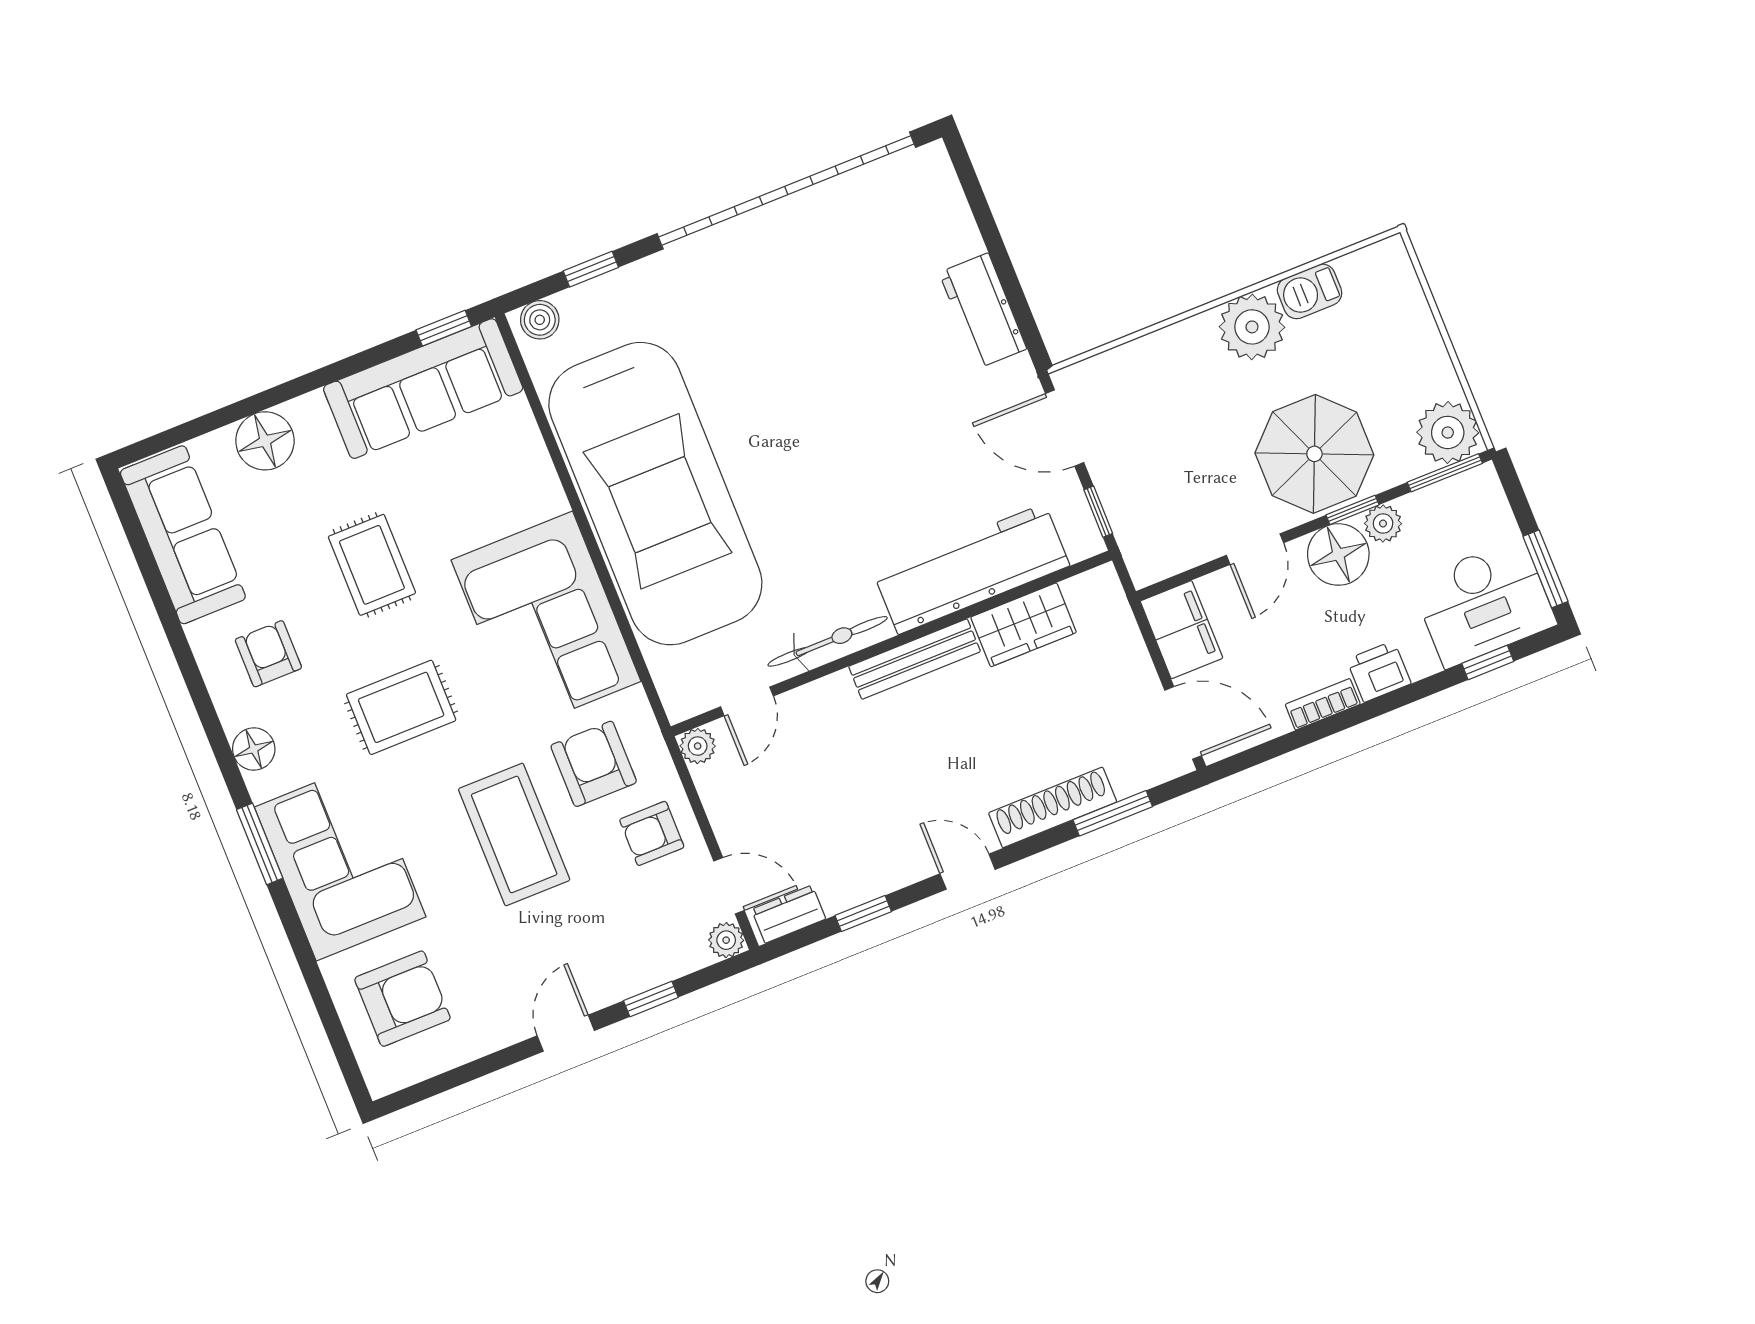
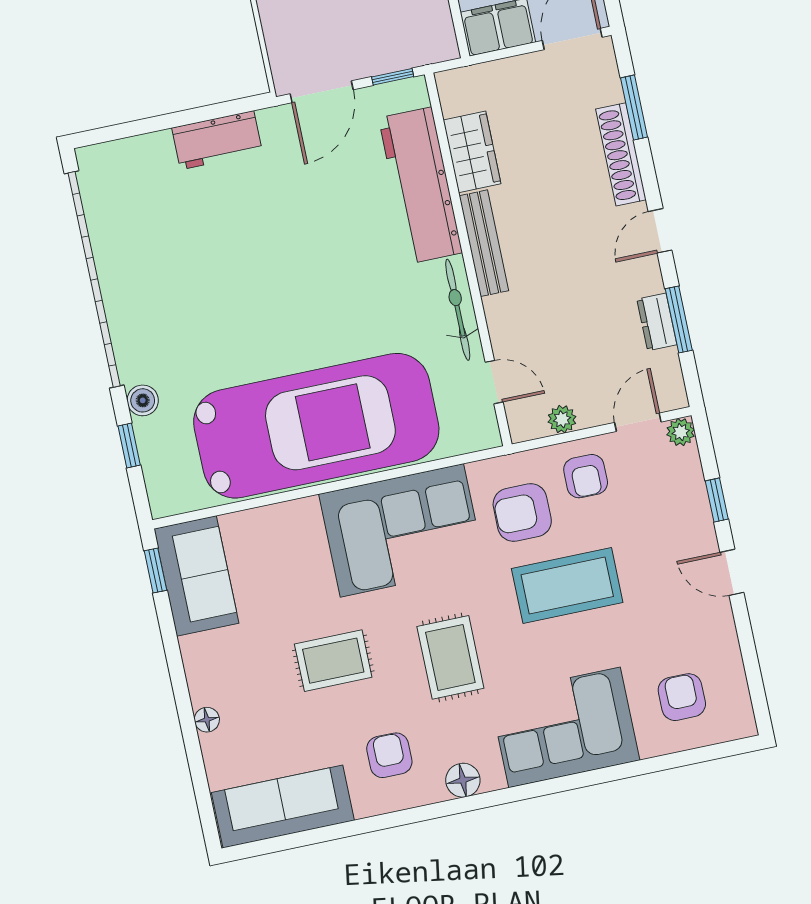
boiler: (540, 320) -> (143, 400), moved
sofa: (423, 389) -> (196, 576), width x0.73
floor lamp: (265, 441) -> (207, 720), width x0.53, depth x0.53
armchair: (268, 654) -> (389, 755), turned 90
plant: (698, 746) -> (562, 419), moved
window: (260, 844) -> (539, 789), removed
window: (863, 913) -> (679, 319), width x1.50
dresser: (789, 914) -> (657, 322), moved
armchair: (402, 999) -> (682, 697), width x0.72, depth x0.72

